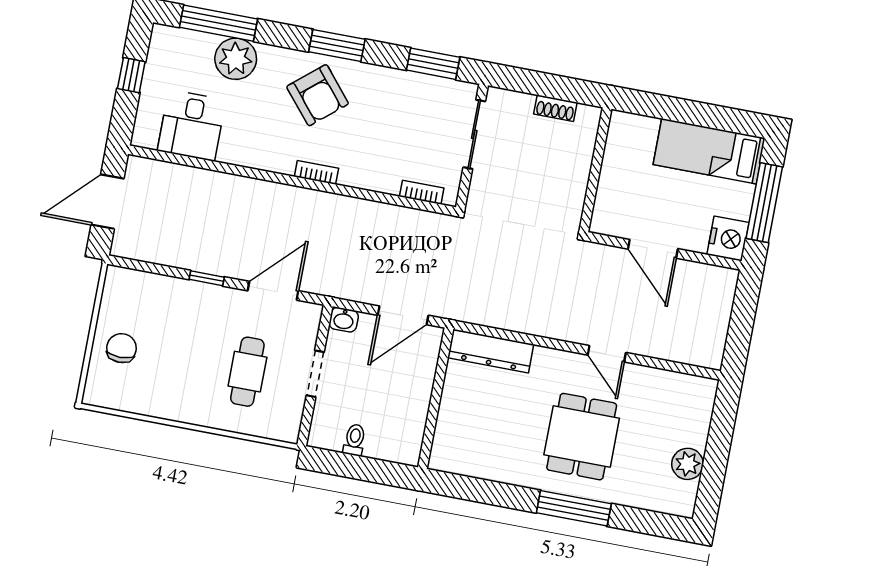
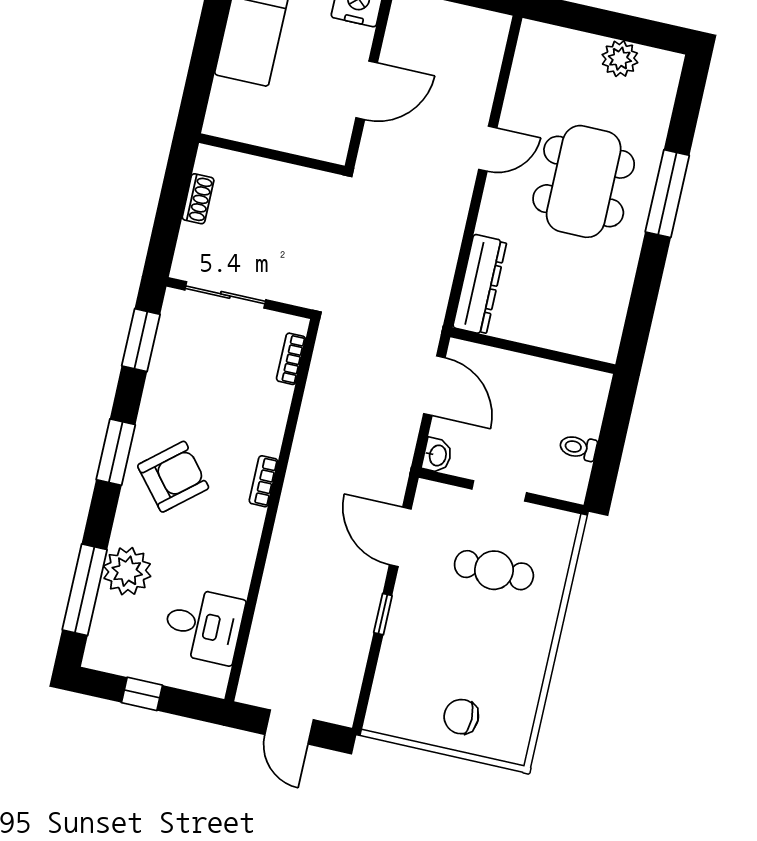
door: (107, 202) -> (289, 727), width x0.73
dining table: (582, 437) -> (584, 181), width x1.38

